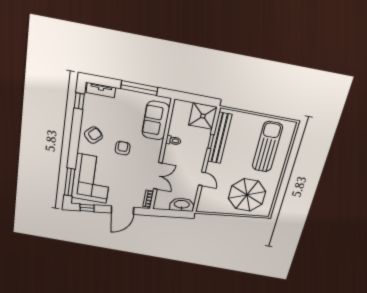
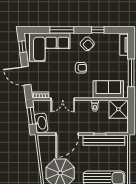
window: (79, 101) -> (98, 30), moved
shower: (203, 116) -> (118, 109), moved
door: (202, 179) -> (67, 134), width x1.88
window: (70, 182) -> (62, 30), moved
window: (171, 213) -> (31, 116), added

